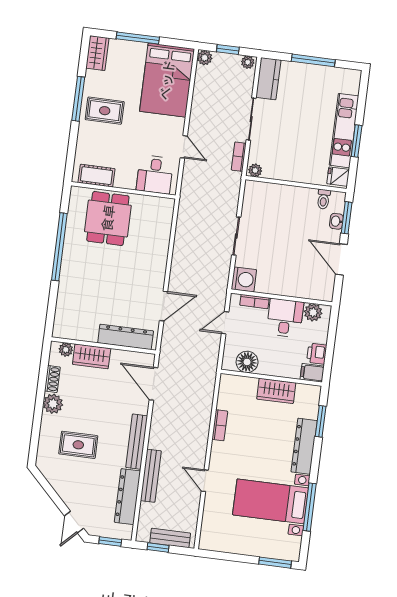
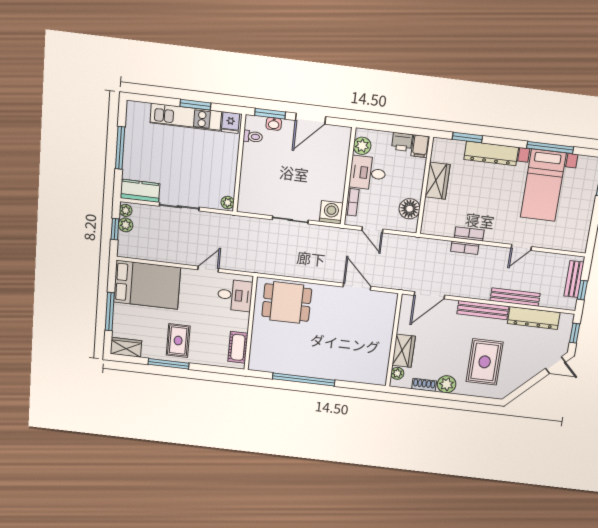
plant: (205, 58) -> (126, 225), moved
bookcase: (239, 157) -> (465, 248), moved
dining table: (108, 218) -> (287, 303), moved
dresser: (126, 337) -> (386, 321), removed
rug: (78, 445) -> (485, 362), width x1.36, depth x1.43

